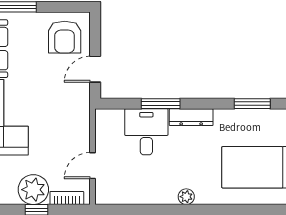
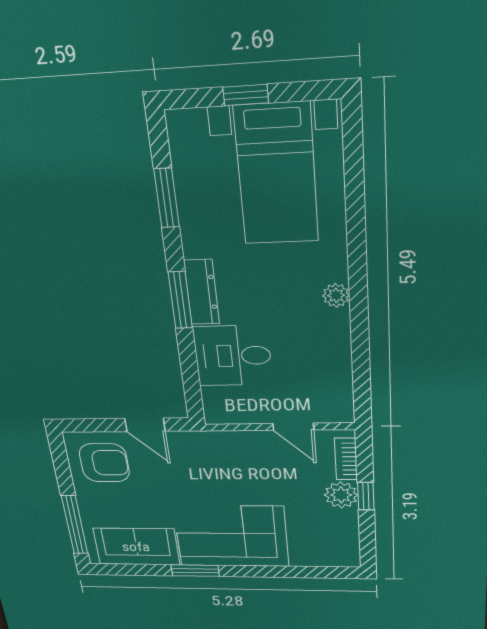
window: (161, 104) -> (180, 300), moved
plant: (33, 190) -> (341, 495), width x0.73, depth x0.73

